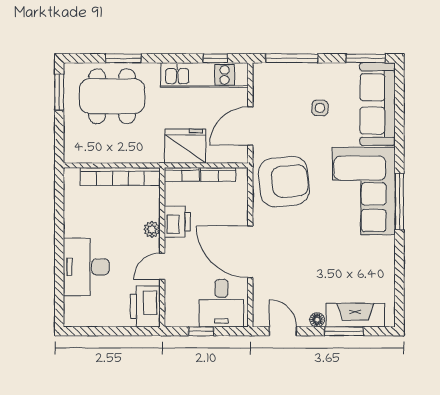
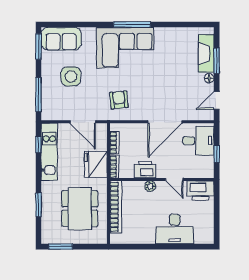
dining table: (112, 96) -> (80, 209), moved
sofa: (378, 104) -> (61, 39), width x0.73
side table: (320, 108) -> (71, 76), width x1.87, depth x1.87
armchair: (284, 182) -> (119, 100), width x0.53, depth x0.53

